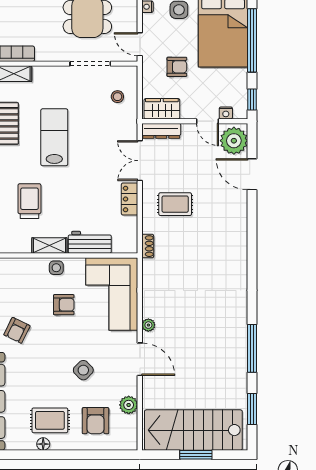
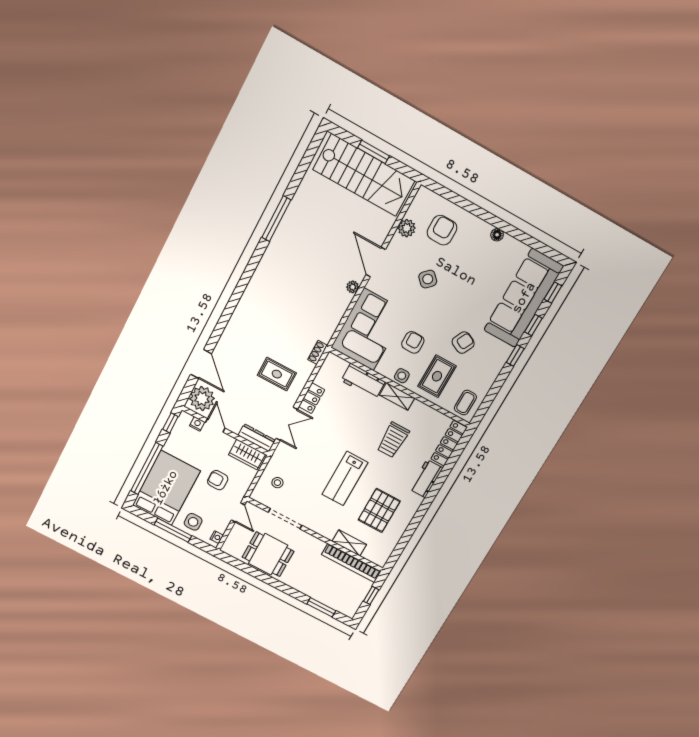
armchair: (64, 305) -> (413, 342), turned 90
window: (252, 409) -> (304, 166), removed
rug: (50, 420) -> (437, 376), moved, turned 90

